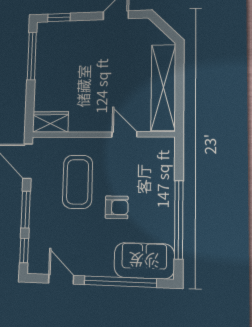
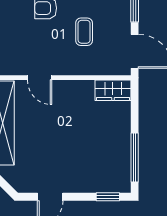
coffee table: (78, 182) -> (84, 32), width x0.54, depth x0.58

